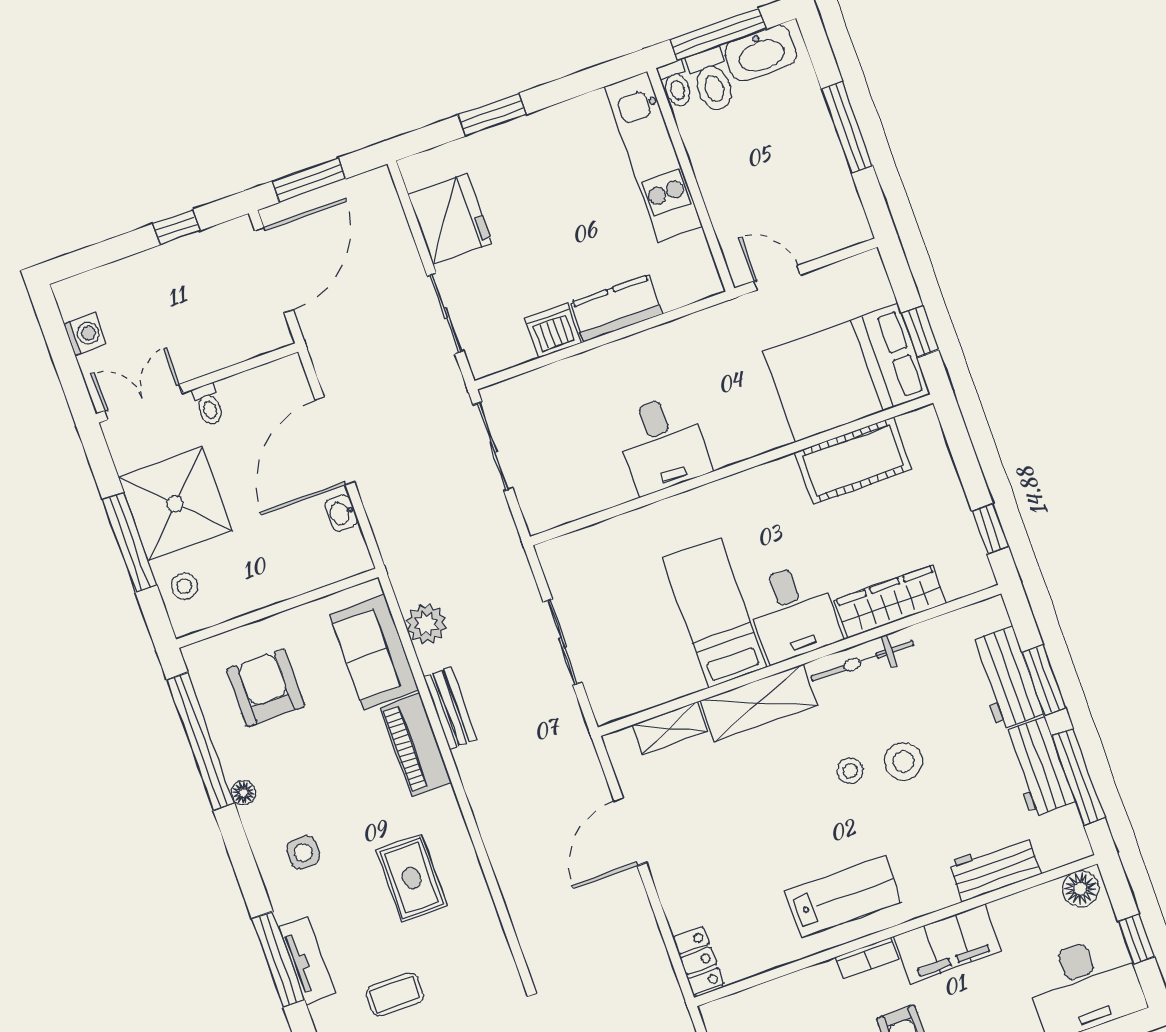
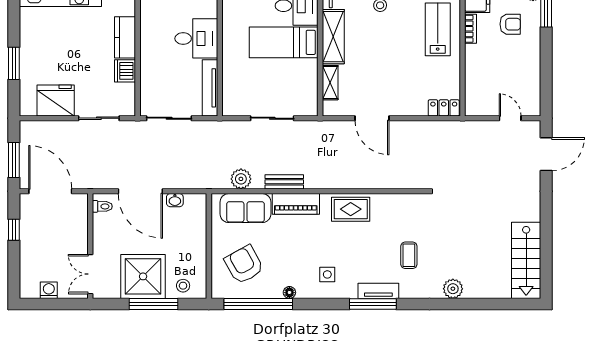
toilet: (208, 405) -> (102, 206), moved
tv unit: (578, 503) -> (210, 88), added
armchair: (266, 688) -> (244, 265), turned 61
rug: (412, 878) -> (351, 209), moved

